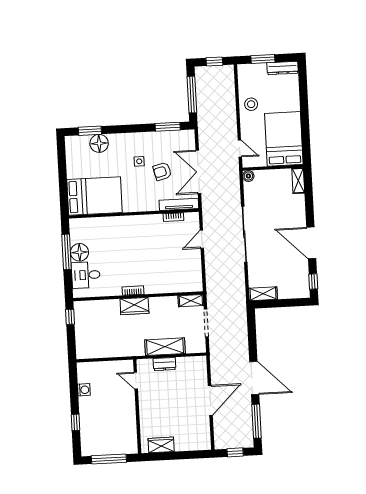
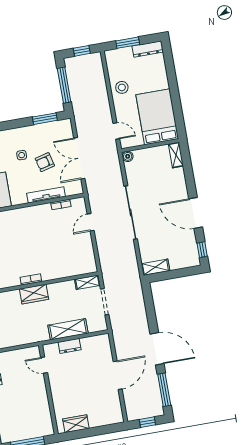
tv unit: (179, 204) -> (46, 195), moved

